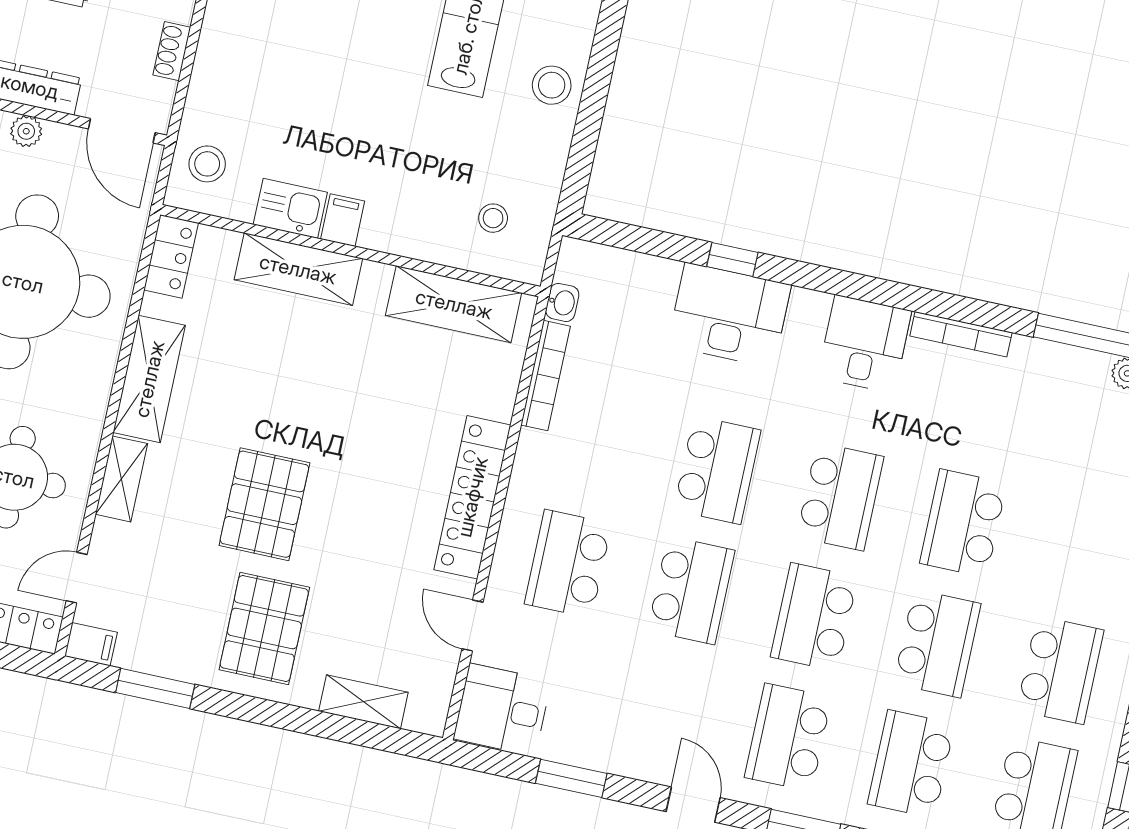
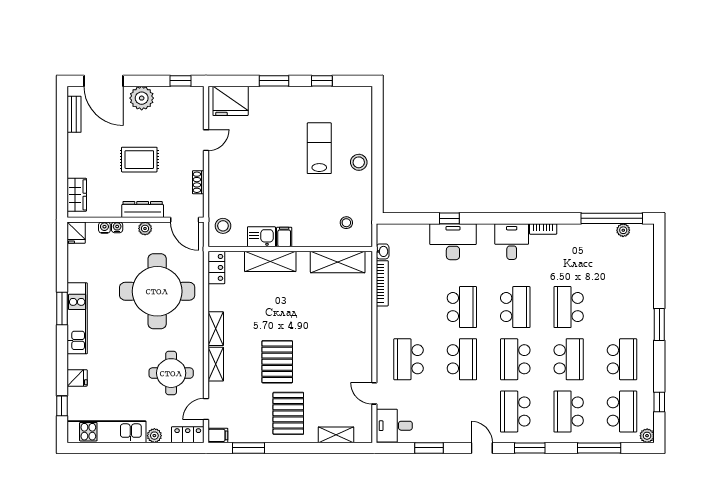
bookcase: (961, 334) -> (543, 229), width x0.64
shelving: (149, 379) -> (216, 329), width x0.67, depth x0.75
locker: (472, 497) -> (363, 340), removed

